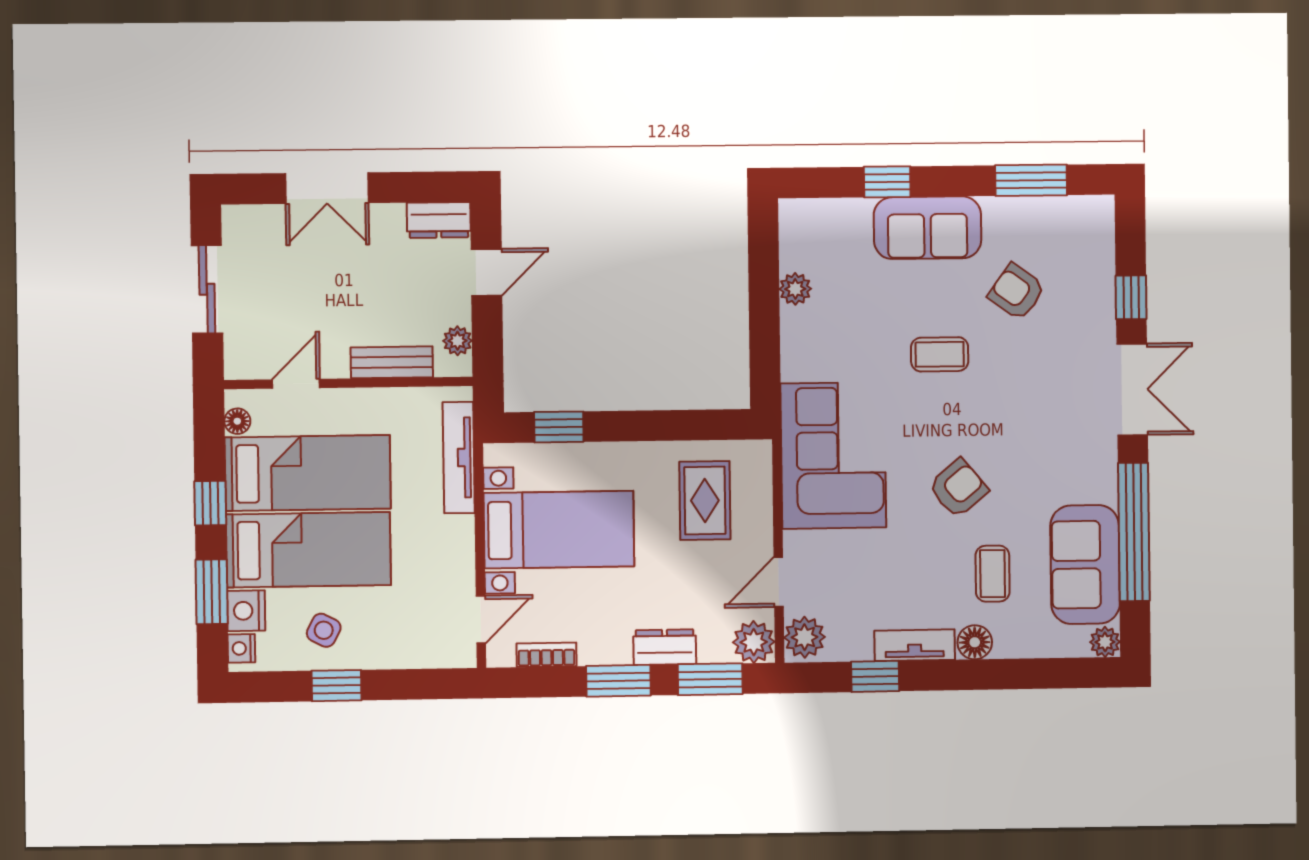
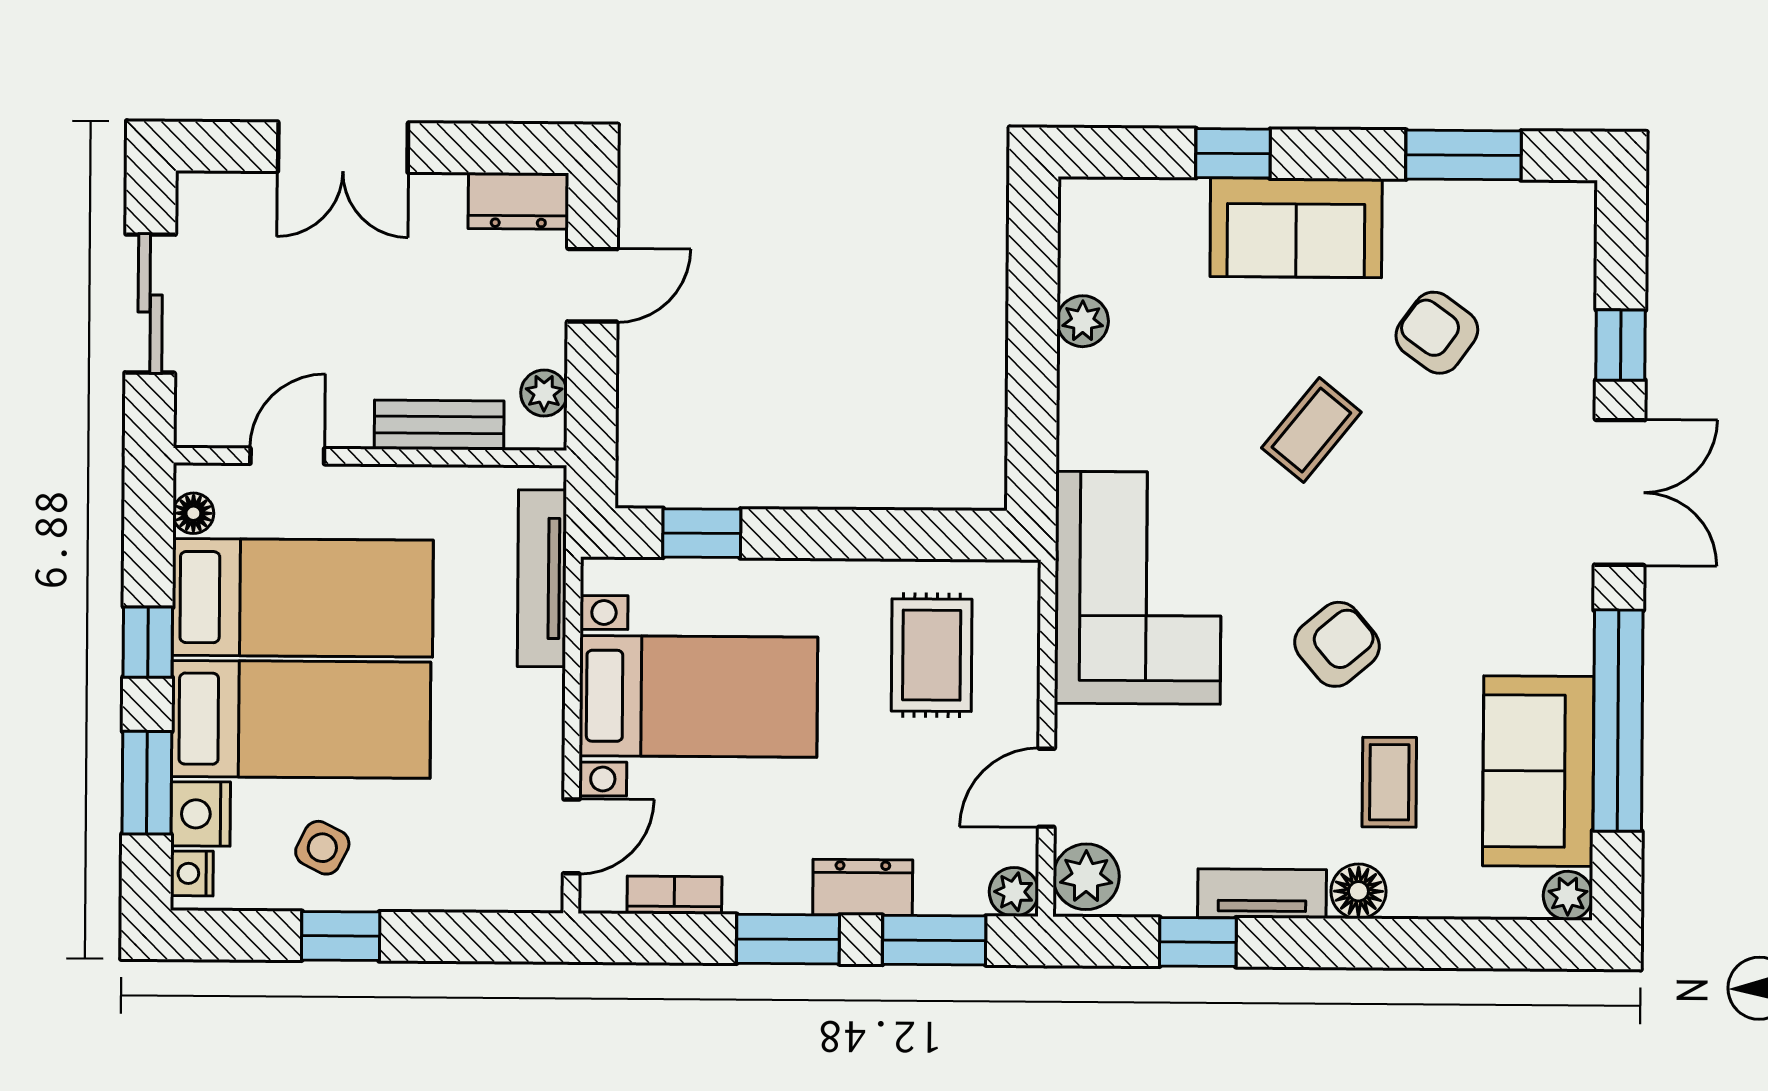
coffee table: (940, 354) -> (1311, 430), turned -51
plant: (754, 642) -> (1014, 892), width x0.73, depth x0.73

